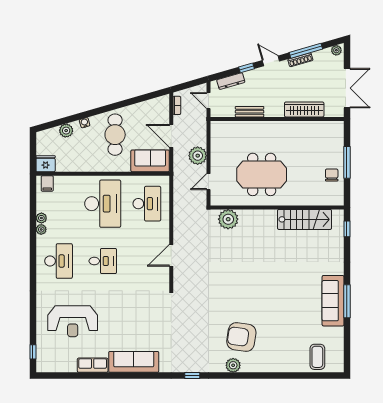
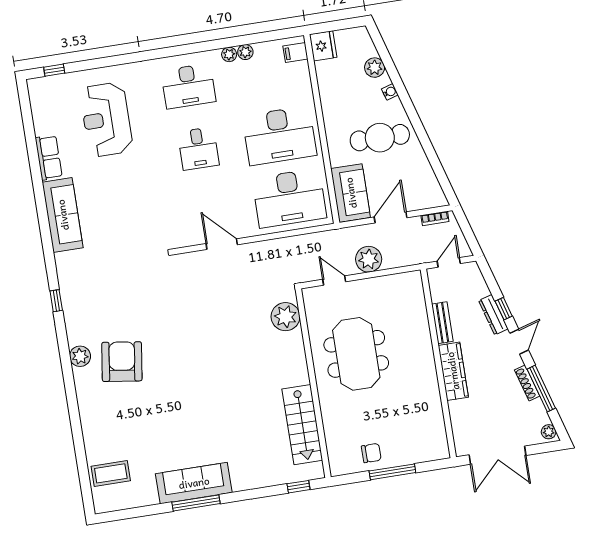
dresser: (231, 81) -> (493, 315), moved
wardrobe: (304, 109) -> (453, 371), moved
desk: (147, 204) -> (289, 198), width x1.36, depth x1.30

